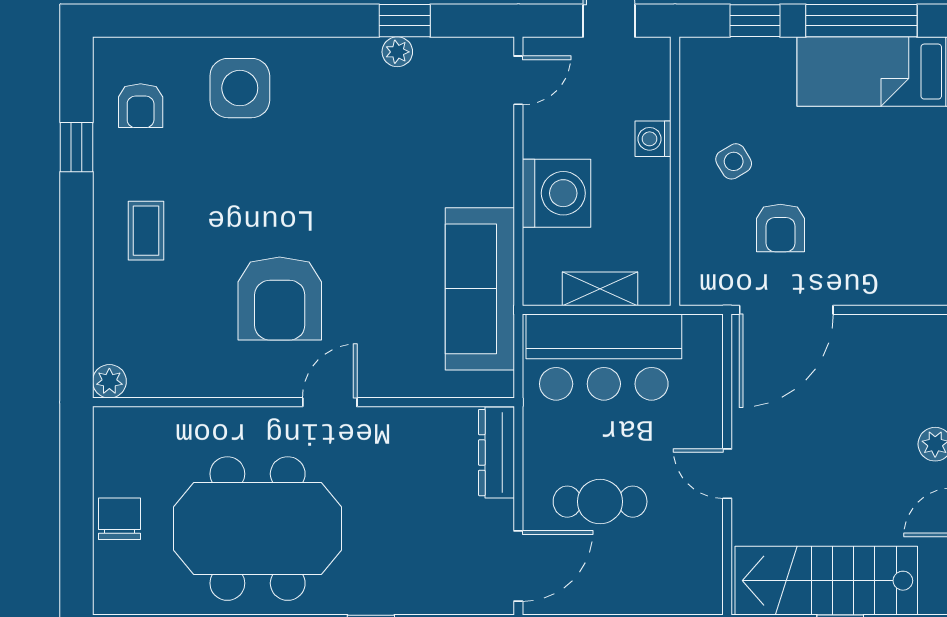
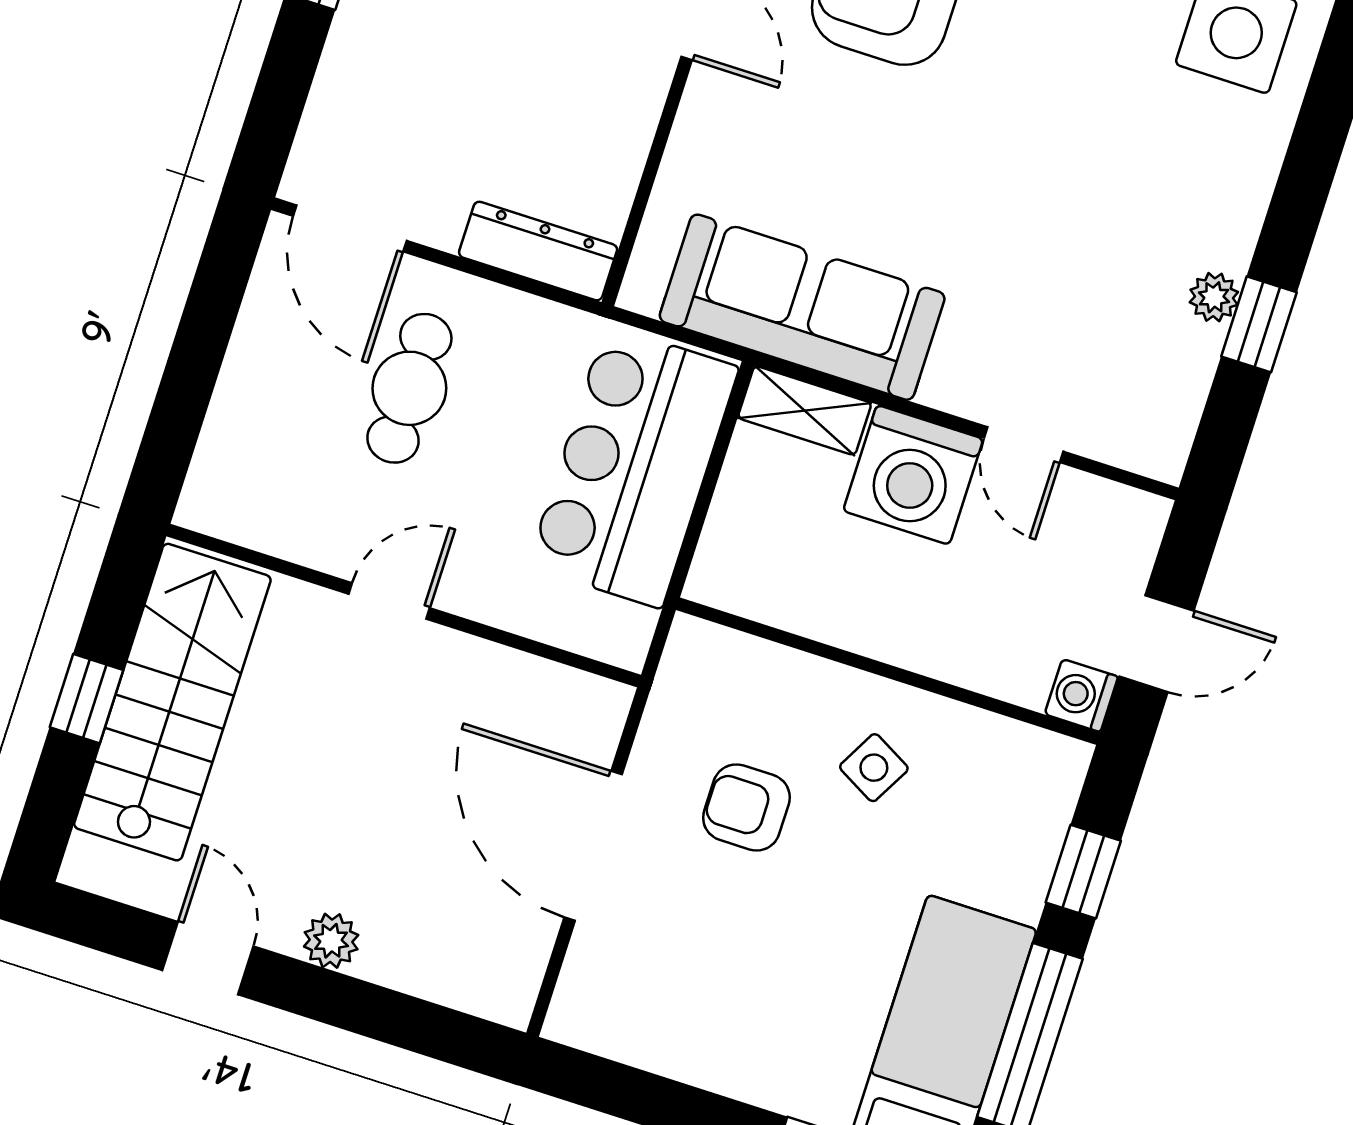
door: (518, 80) -> (1024, 445), moved
washing machine: (653, 139) -> (1081, 695), moved, turned -90
side table: (734, 161) -> (874, 768), turned -30
shelving: (600, 289) -> (805, 410), moved, turned 90
door: (786, 310) -> (593, 846), moved

